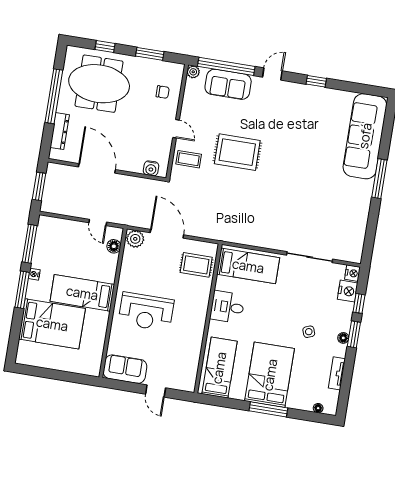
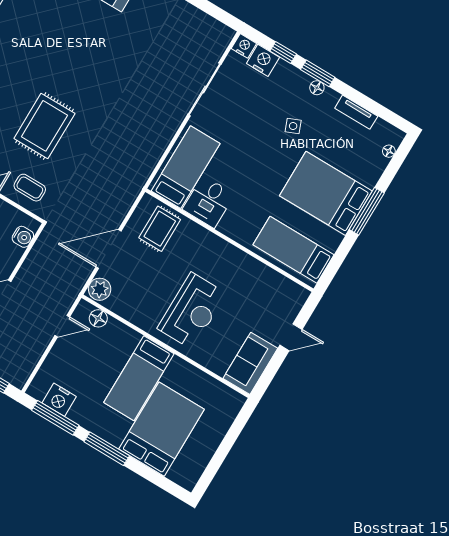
coffee table: (189, 159) -> (30, 188), turned 90
nightstand: (34, 274) -> (59, 400), moved, width x1.89, depth x1.79
desk: (227, 307) -> (209, 202), moved

